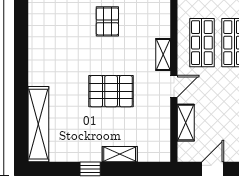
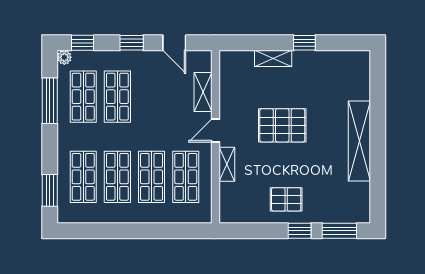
pallet: (107, 21) -> (286, 199), turned 90
shelving: (38, 124) -> (359, 141), moved
door: (213, 169) -> (174, 43), hinge flipped

